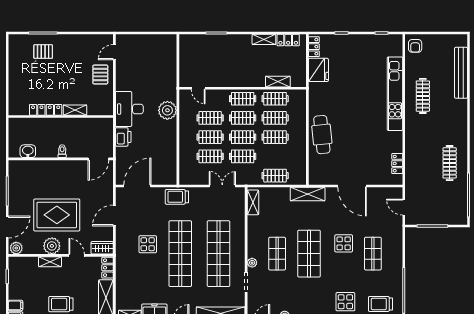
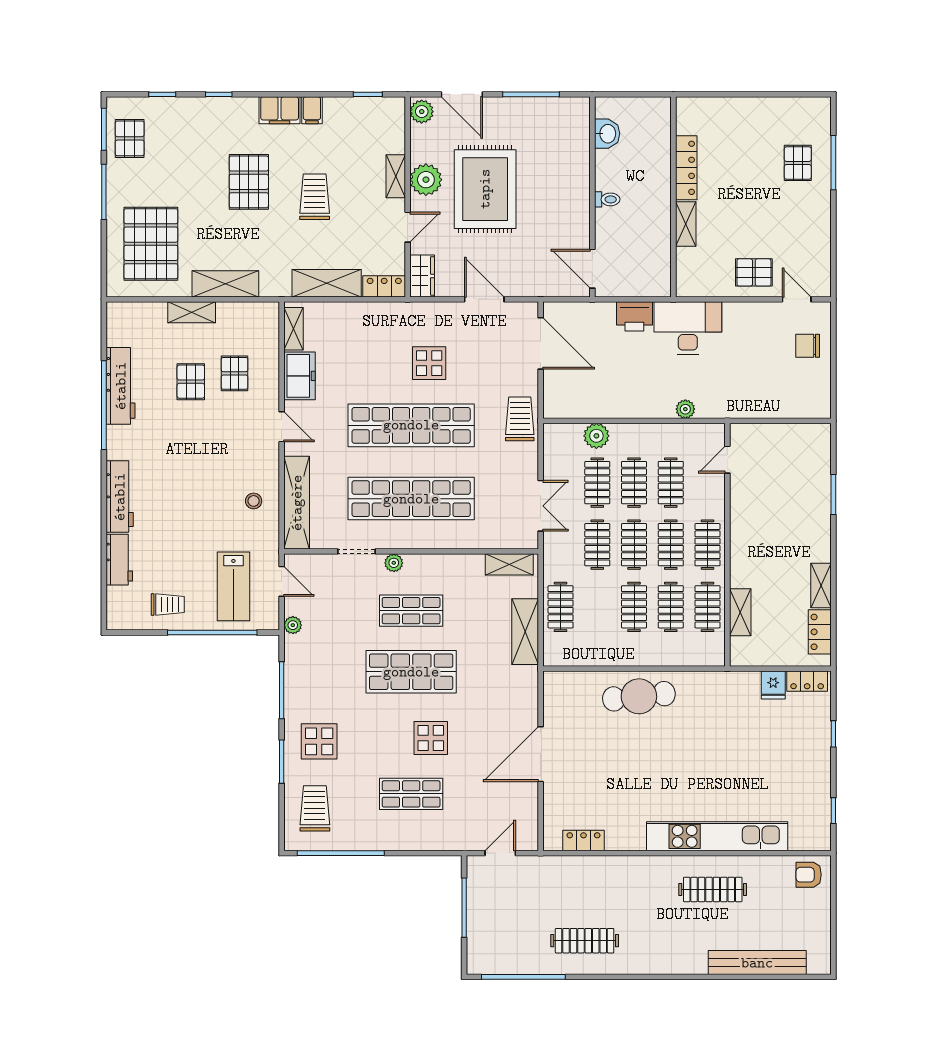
chair: (139, 46) -> (808, 346), added
fridge: (318, 70) -> (773, 685), width x0.53, depth x0.75
plant: (167, 110) -> (685, 409), width x0.53, depth x0.53
plant: (186, 157) -> (596, 436), added
shelving: (308, 194) -> (525, 632), moved

